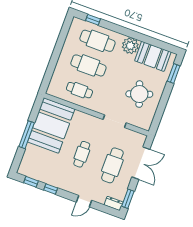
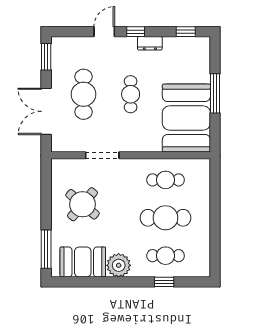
window: (93, 20) -> (164, 282), moved
cafe table: (97, 41) -> (166, 256), width x0.73, depth x0.74
window: (174, 74) -> (46, 249), width x1.44
round table: (139, 94) -> (83, 204), turned -31
window: (51, 189) -> (136, 32), moved
dresser: (114, 203) -> (150, 43), moved

